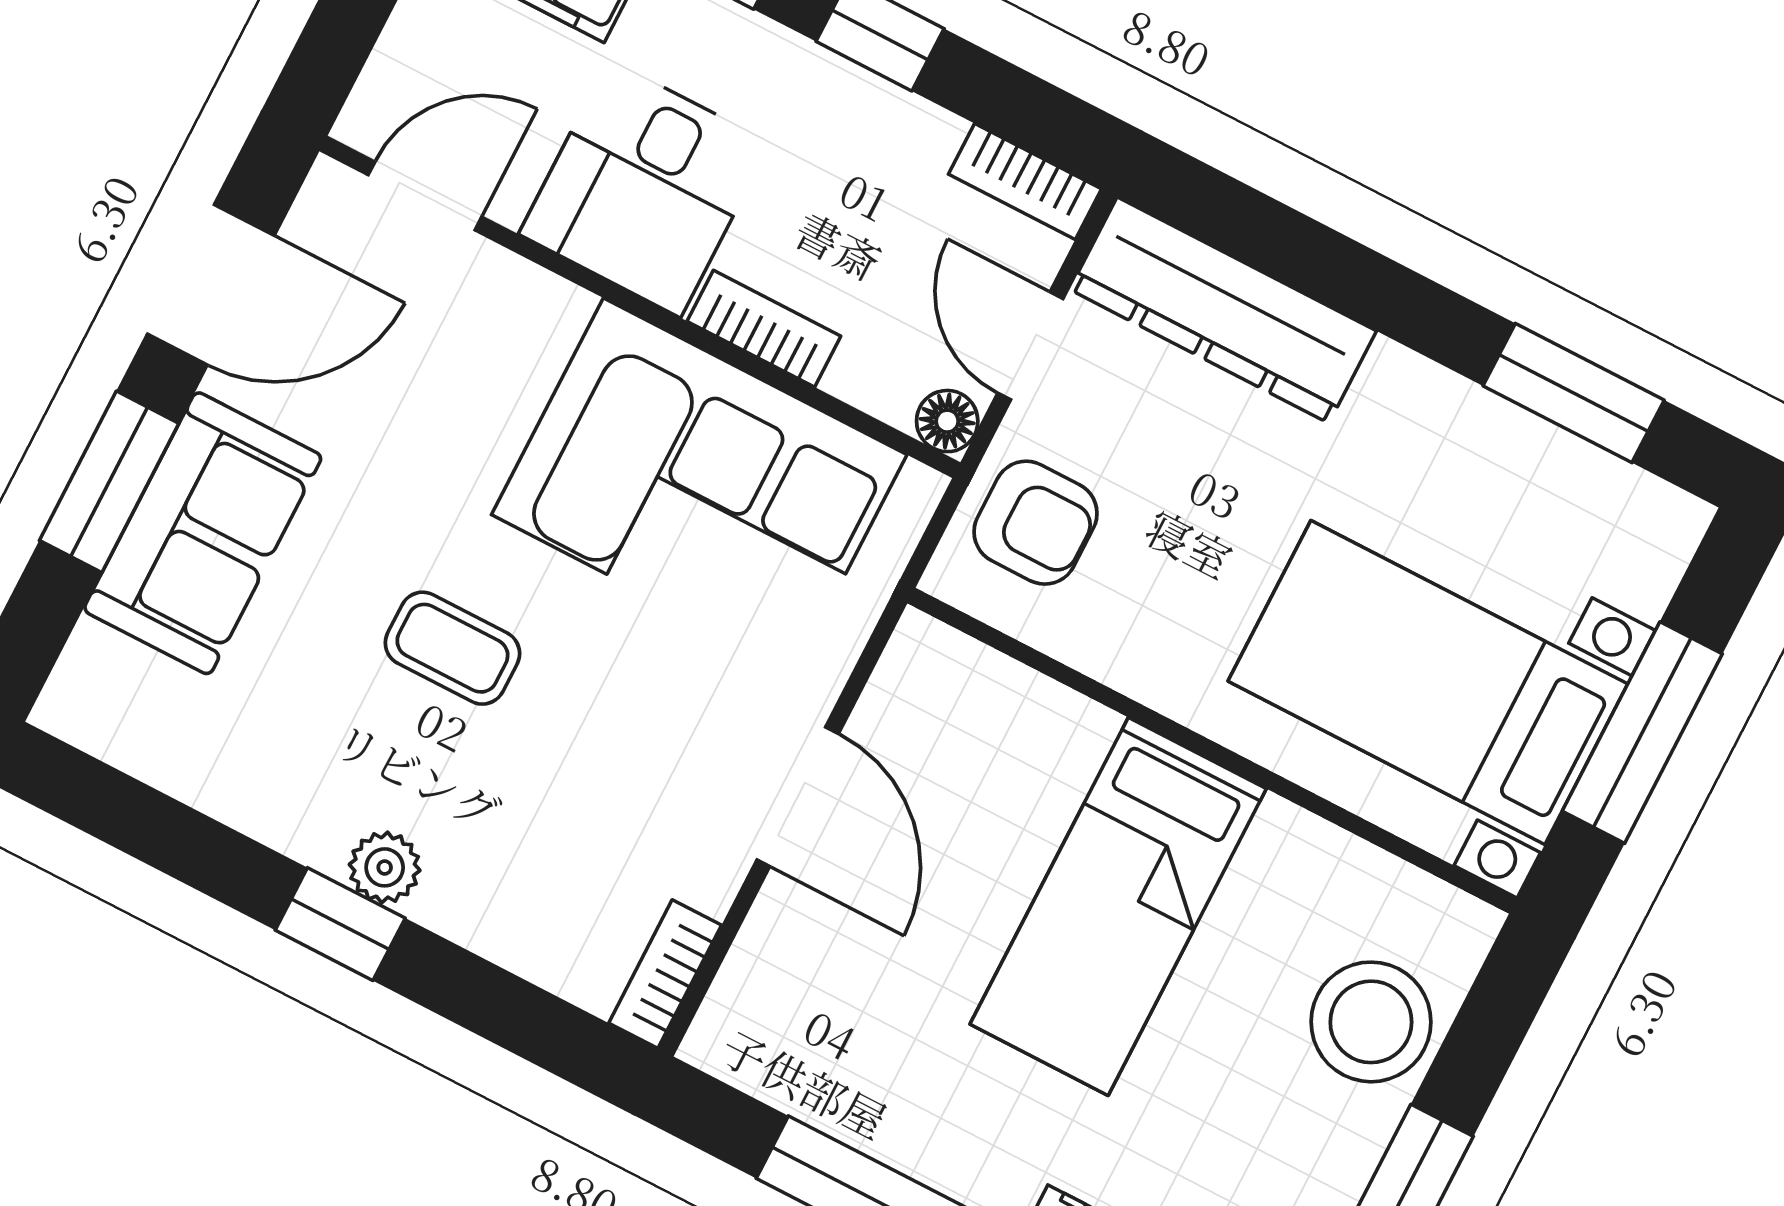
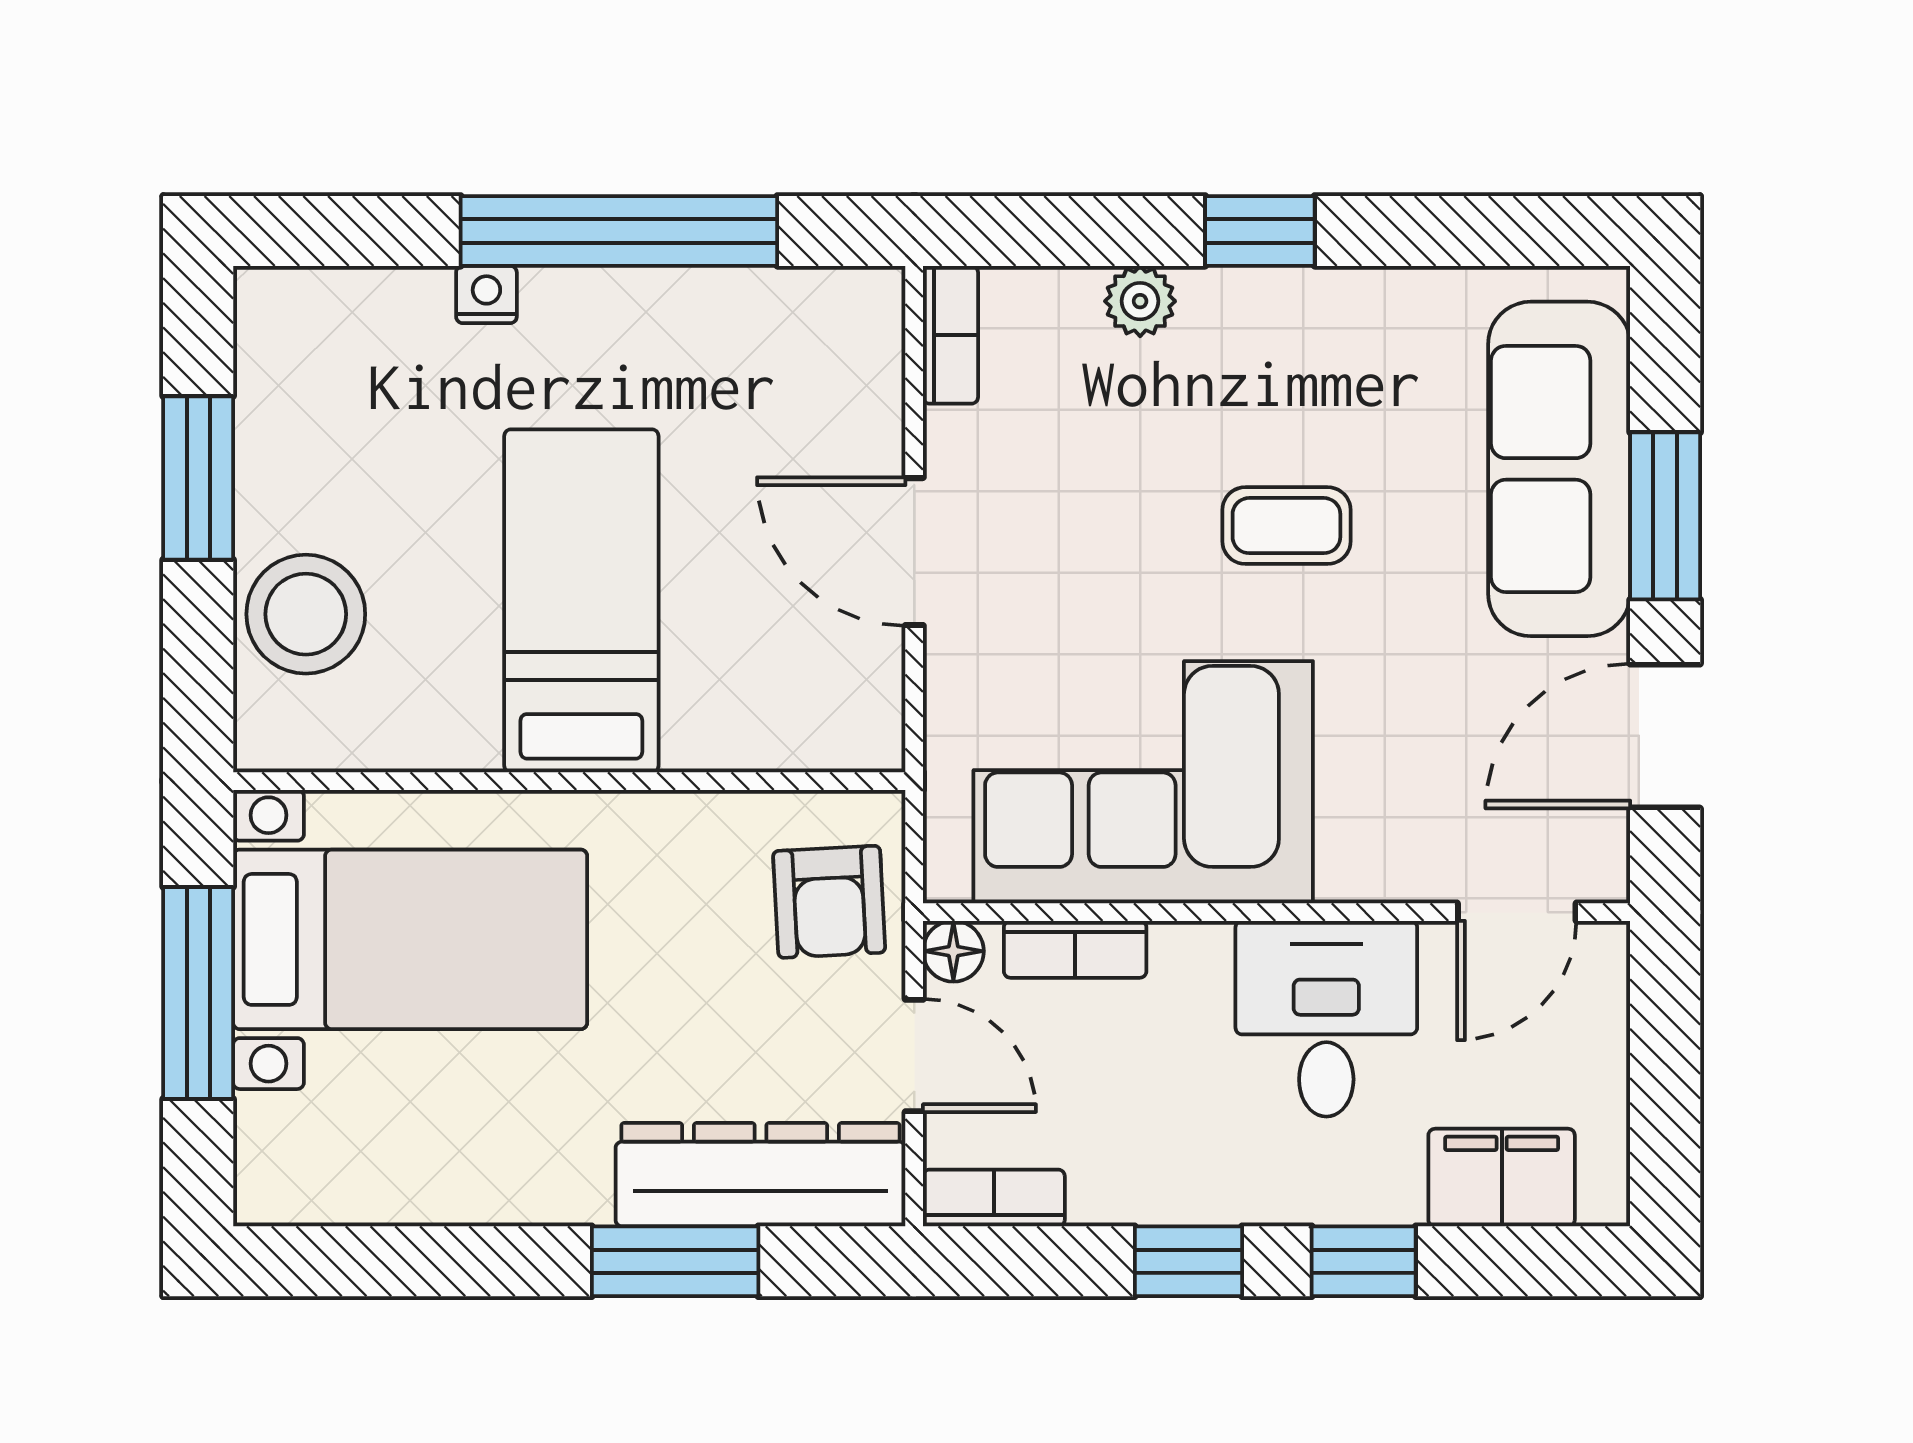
bookcase: (764, 329) -> (1075, 949), moved
window: (1574, 393) -> (675, 1261), moved
armchair: (1036, 523) -> (829, 902), turned -93
sofa: (203, 533) -> (1559, 469), width x1.36
plant: (385, 867) -> (1140, 301), moved

